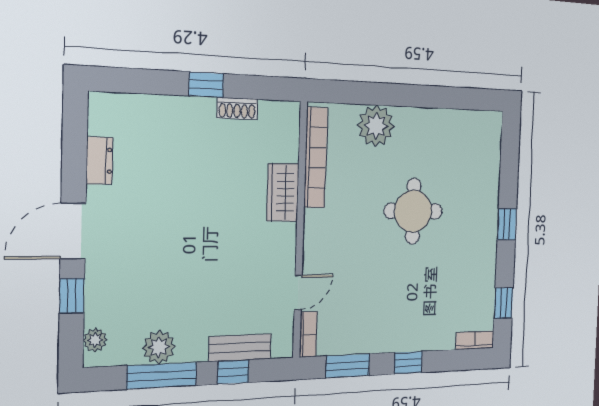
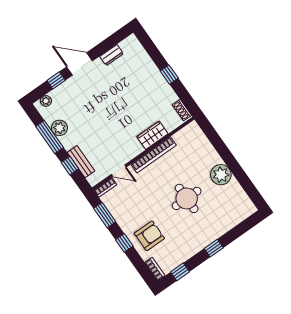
shoe rack: (237, 108) -> (182, 110), moved
plant: (376, 126) -> (221, 175), moved
bookcase: (316, 157) -> (154, 155), moved
armchair: (425, 314) -> (149, 236), added

